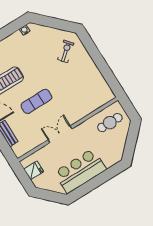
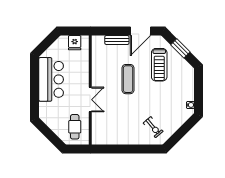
double door: (60, 134) -> (90, 100), moved

